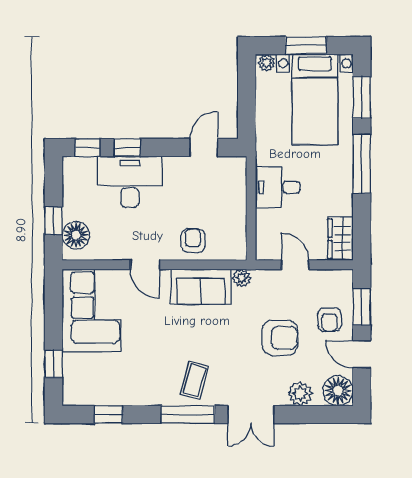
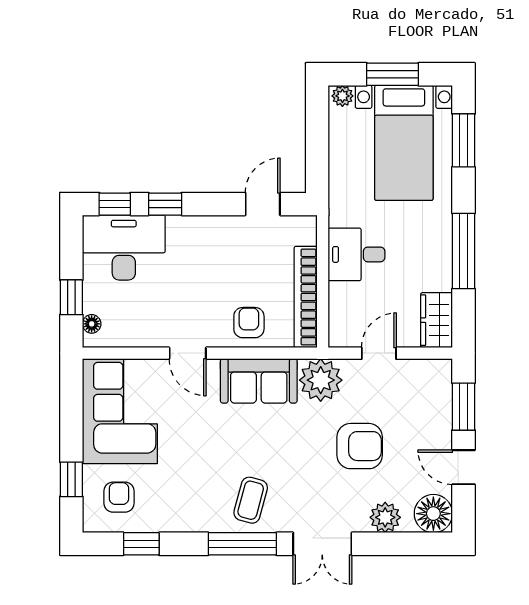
window: (362, 164) -> (464, 251), moved
desk: (130, 182) -> (124, 248), moved
bookcase: (238, 221) -> (306, 297), added
floor lamp: (76, 235) -> (92, 324), width x0.53, depth x0.53
door: (295, 265) -> (379, 353), hinge flipped
plant: (242, 278) -> (321, 380), width x1.88, depth x1.88
armchair: (329, 320) -> (119, 497), moved, turned 180

